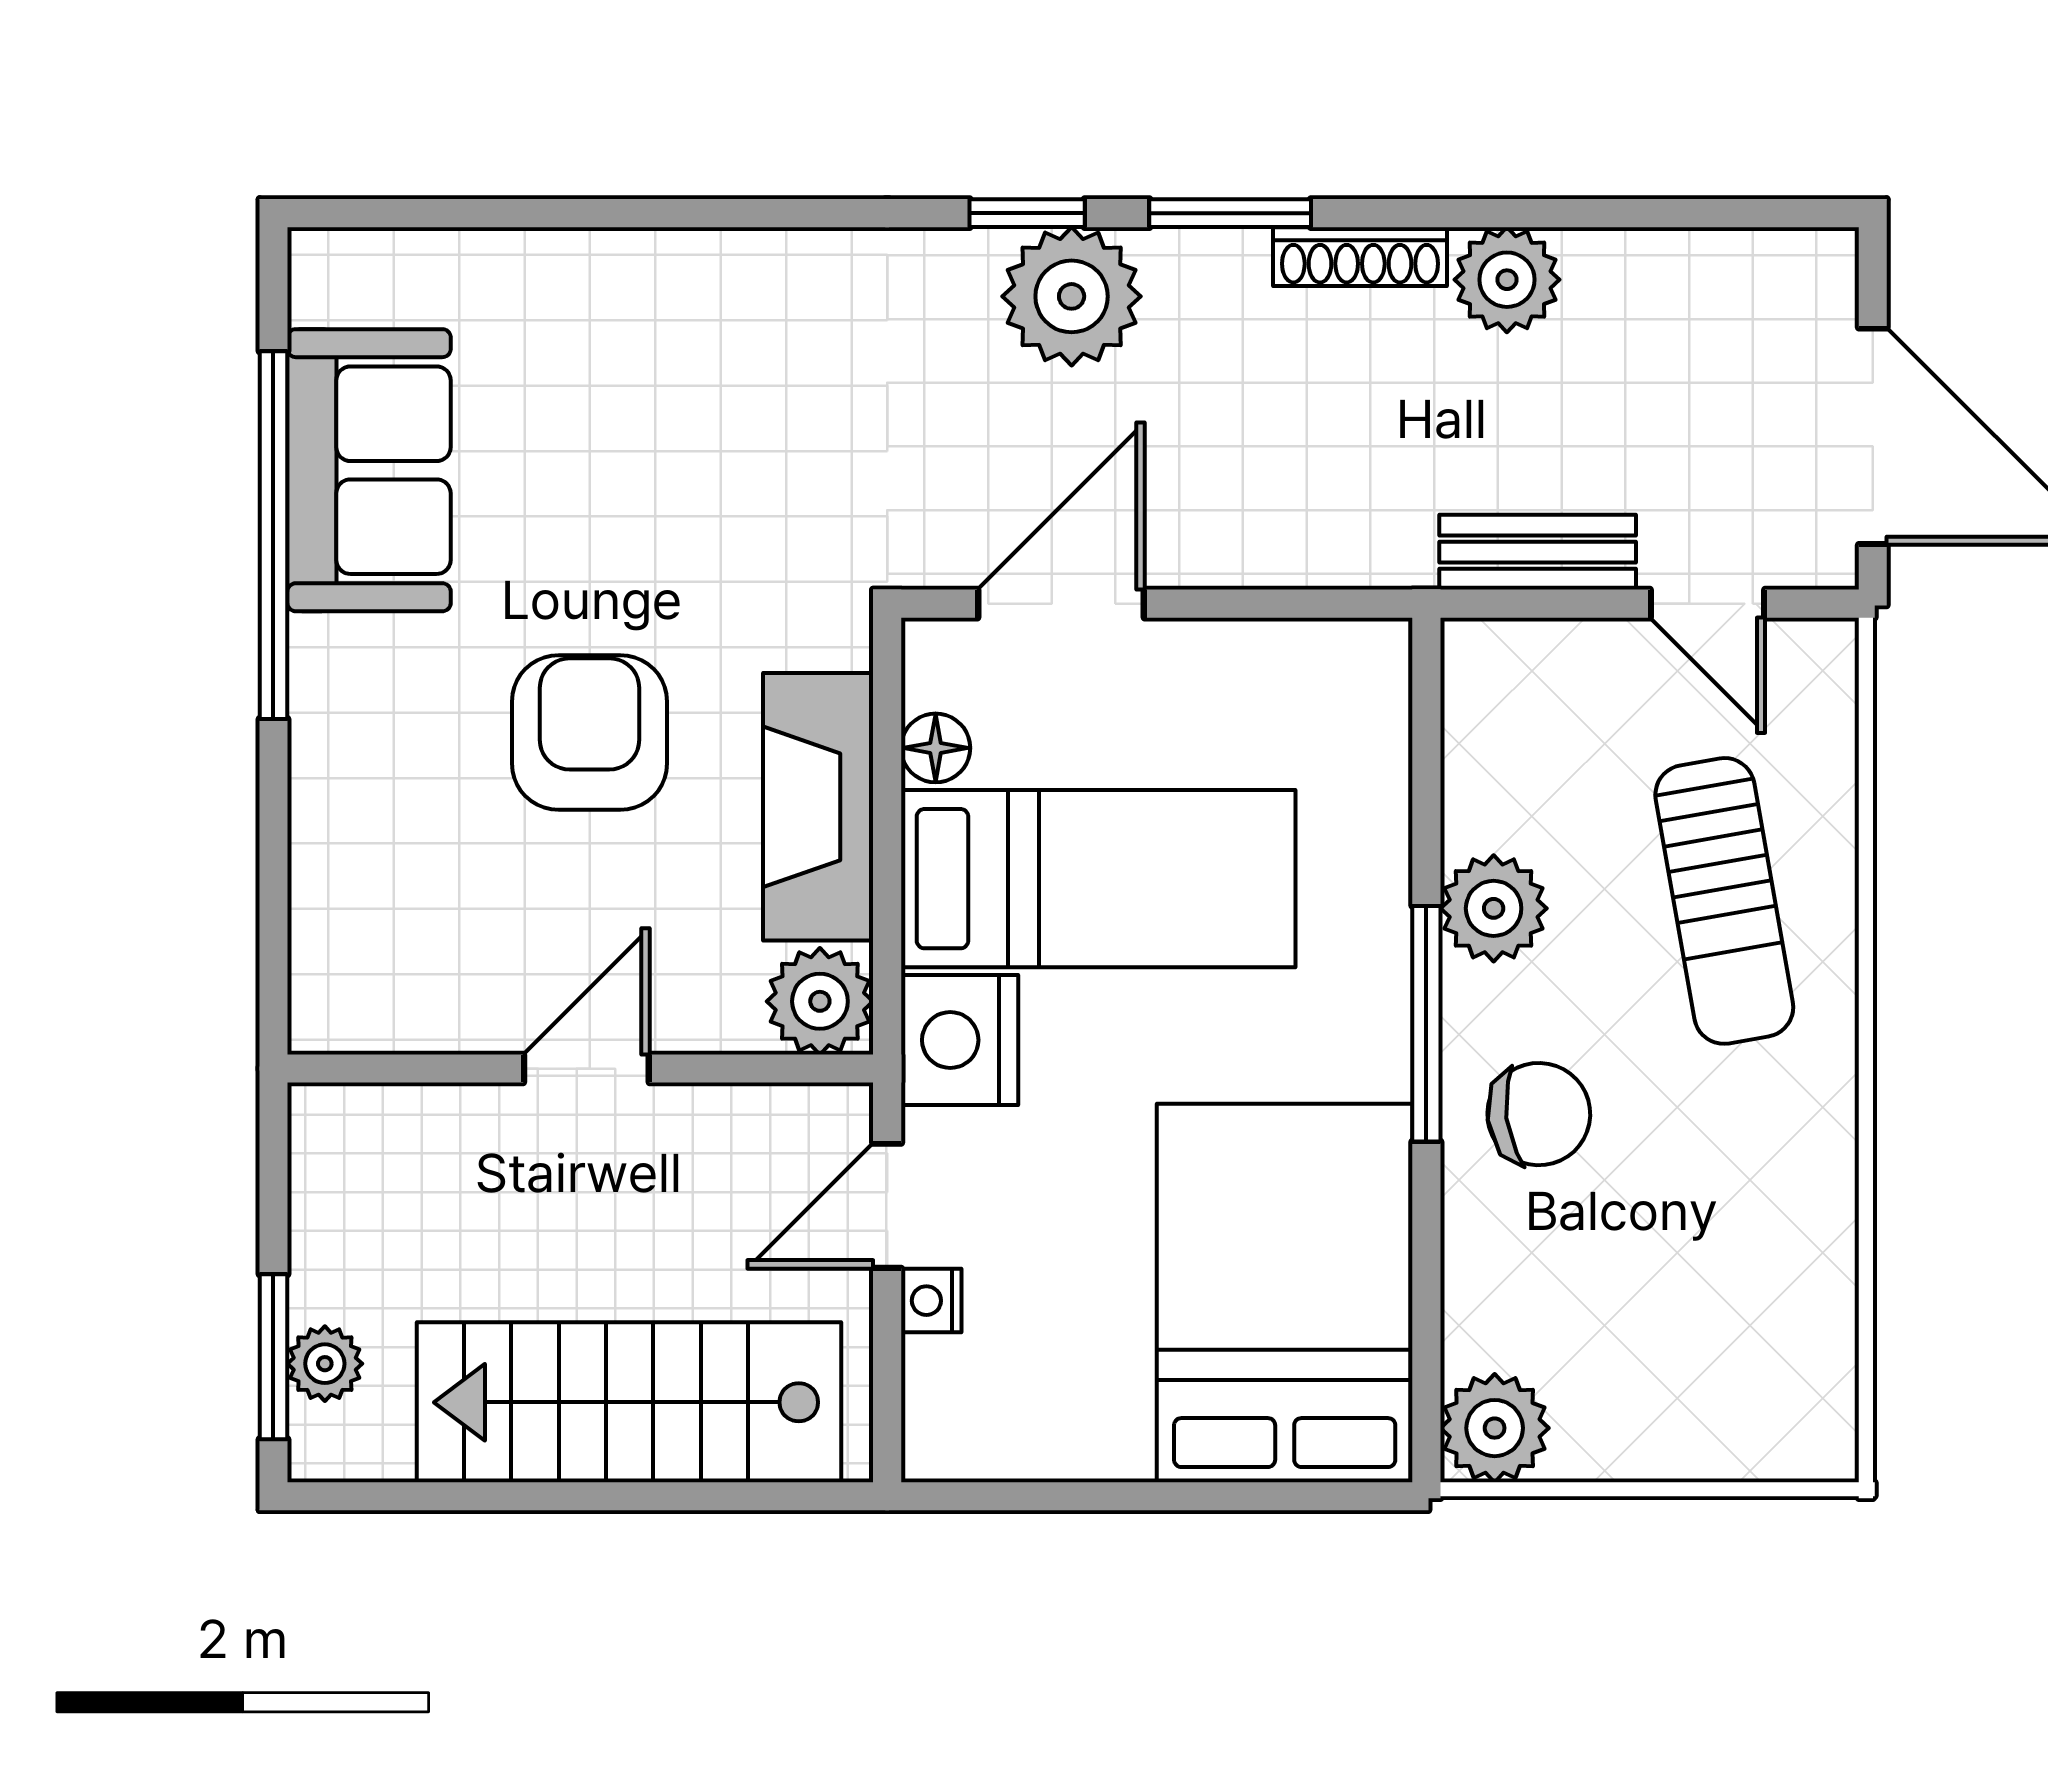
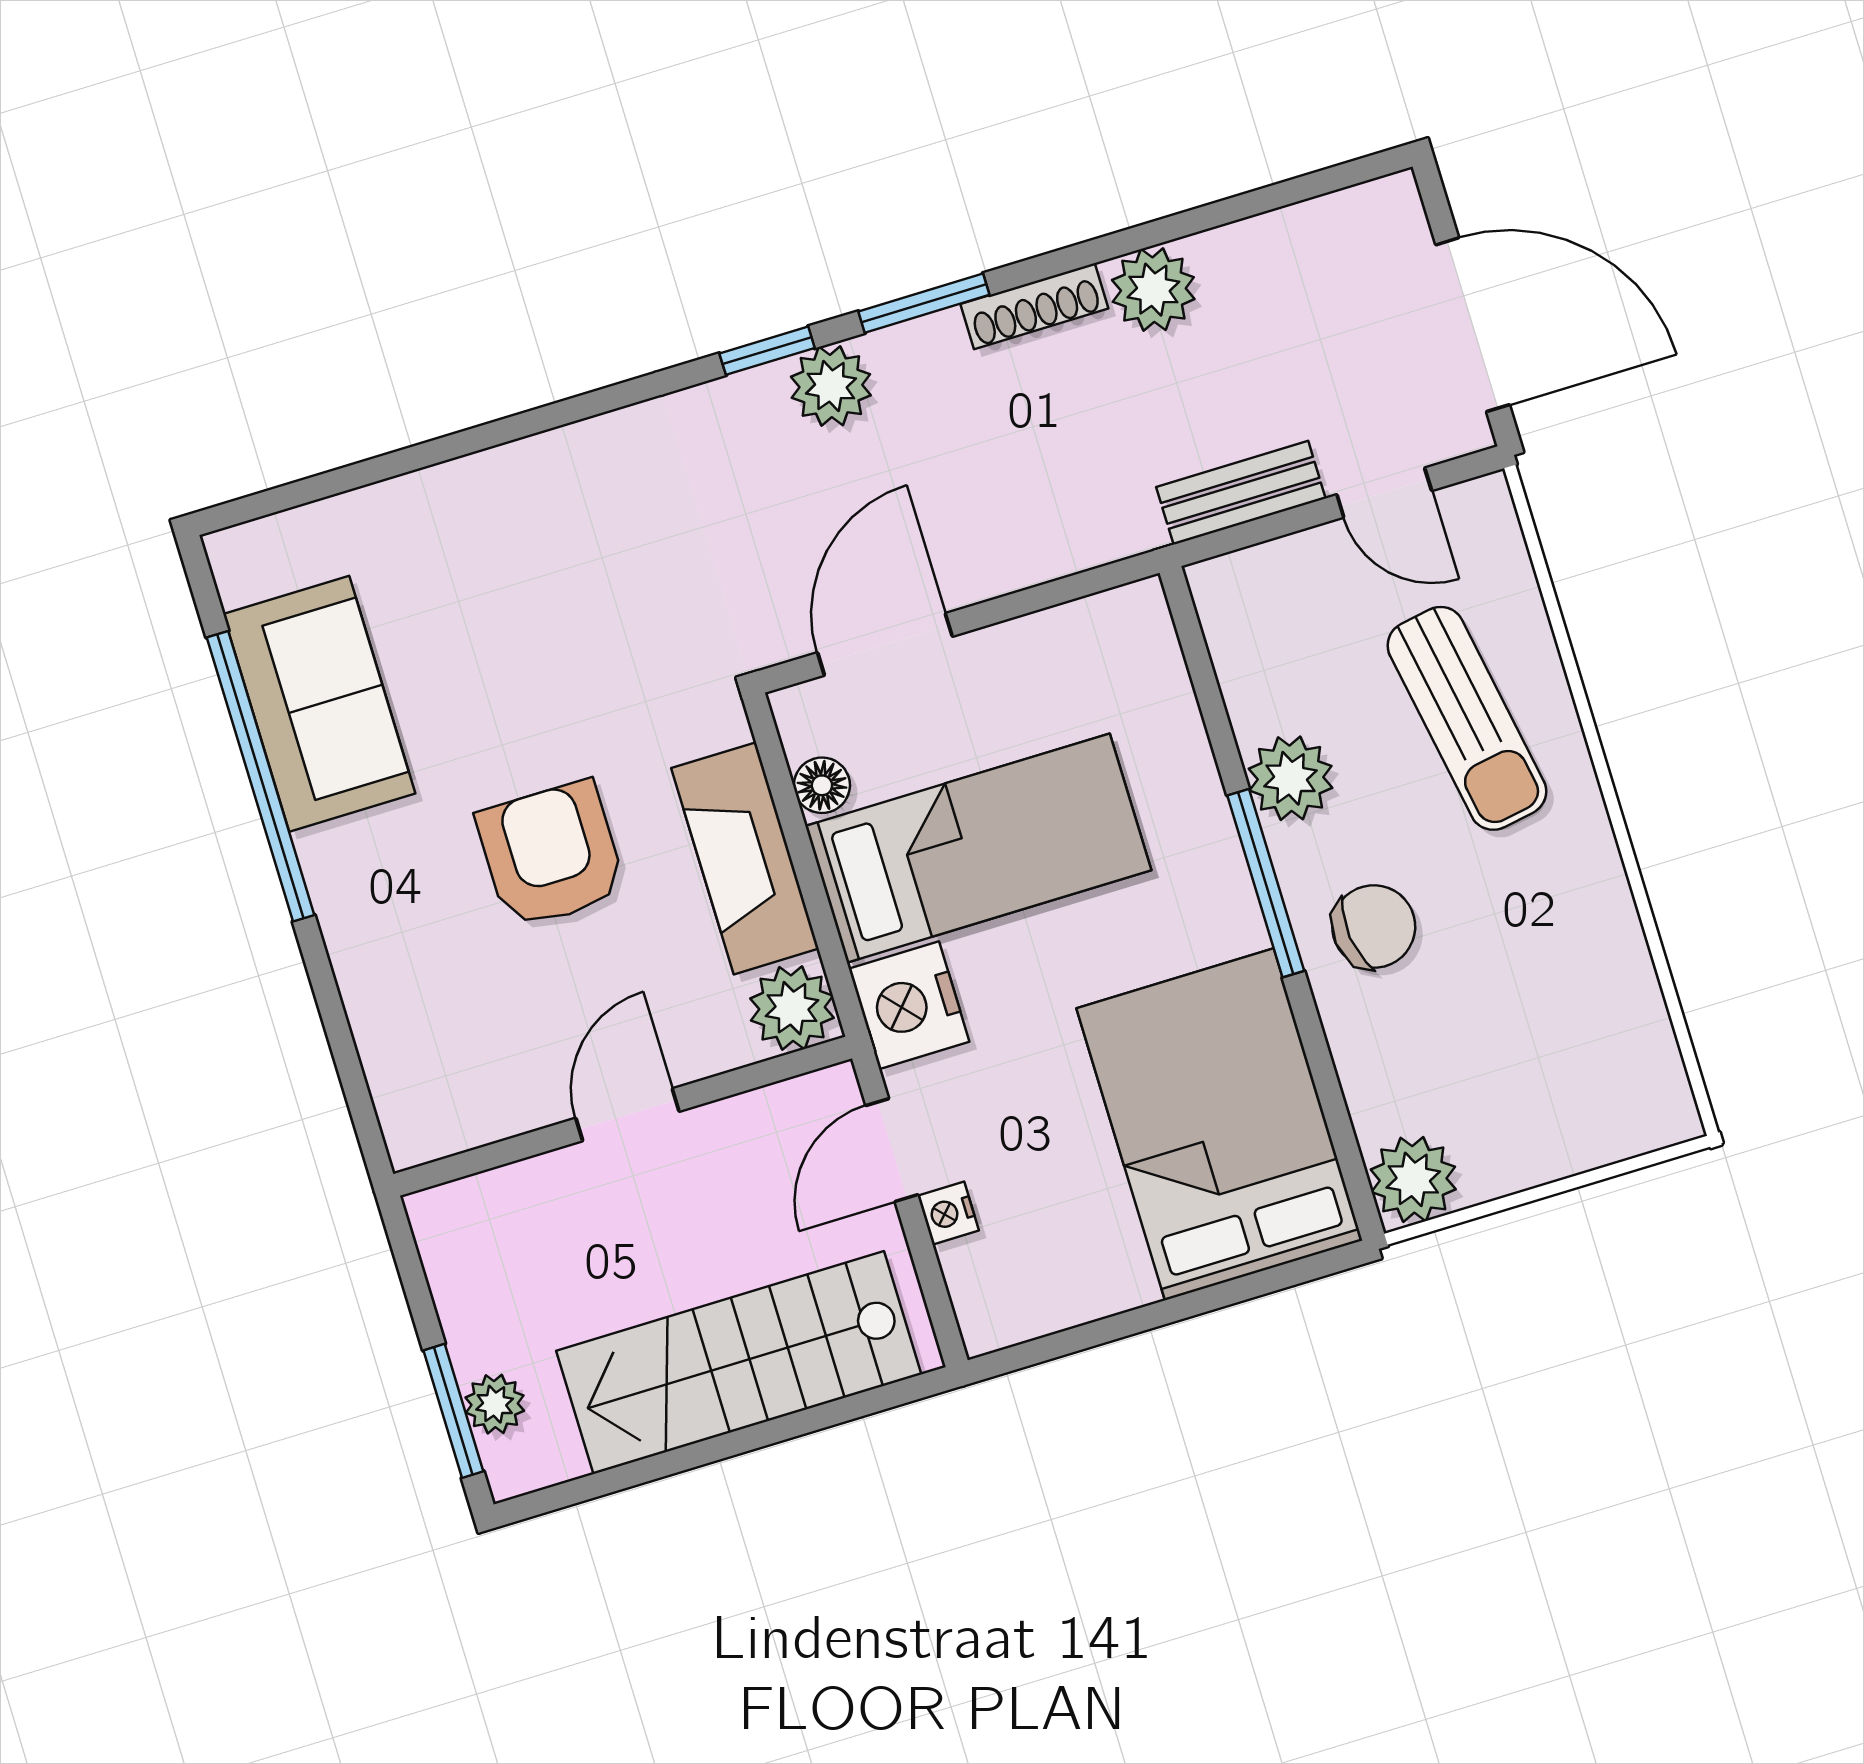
plant: (1072, 296) -> (831, 386), width x0.73, depth x0.73

